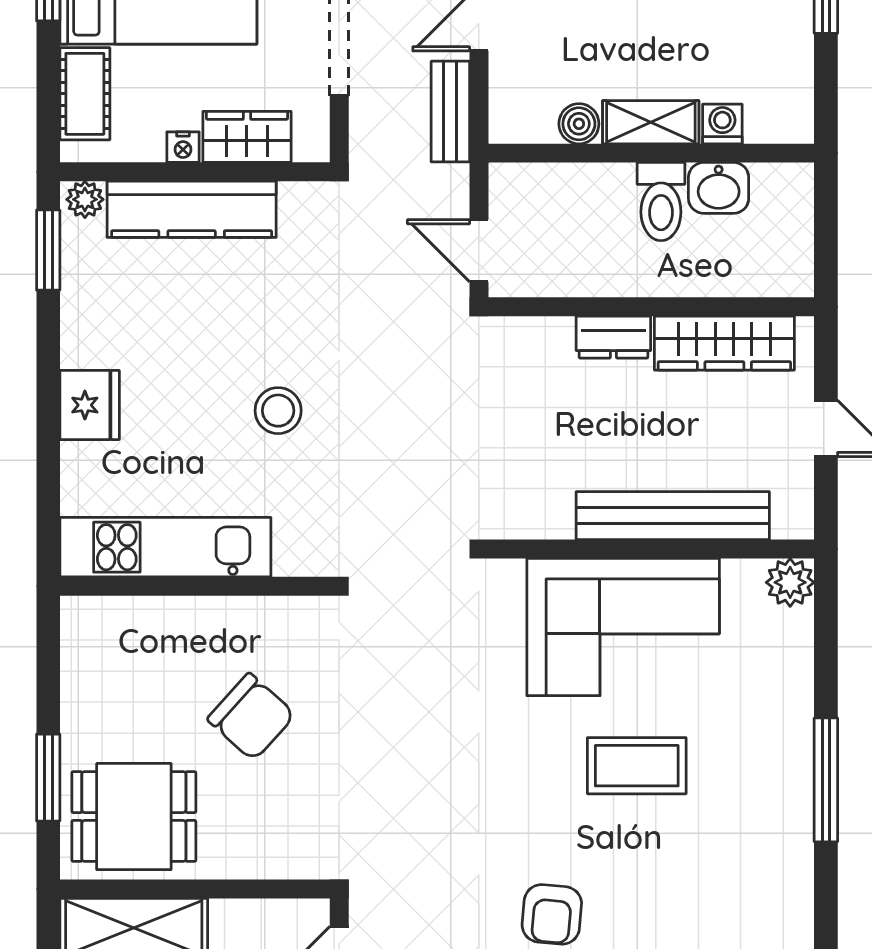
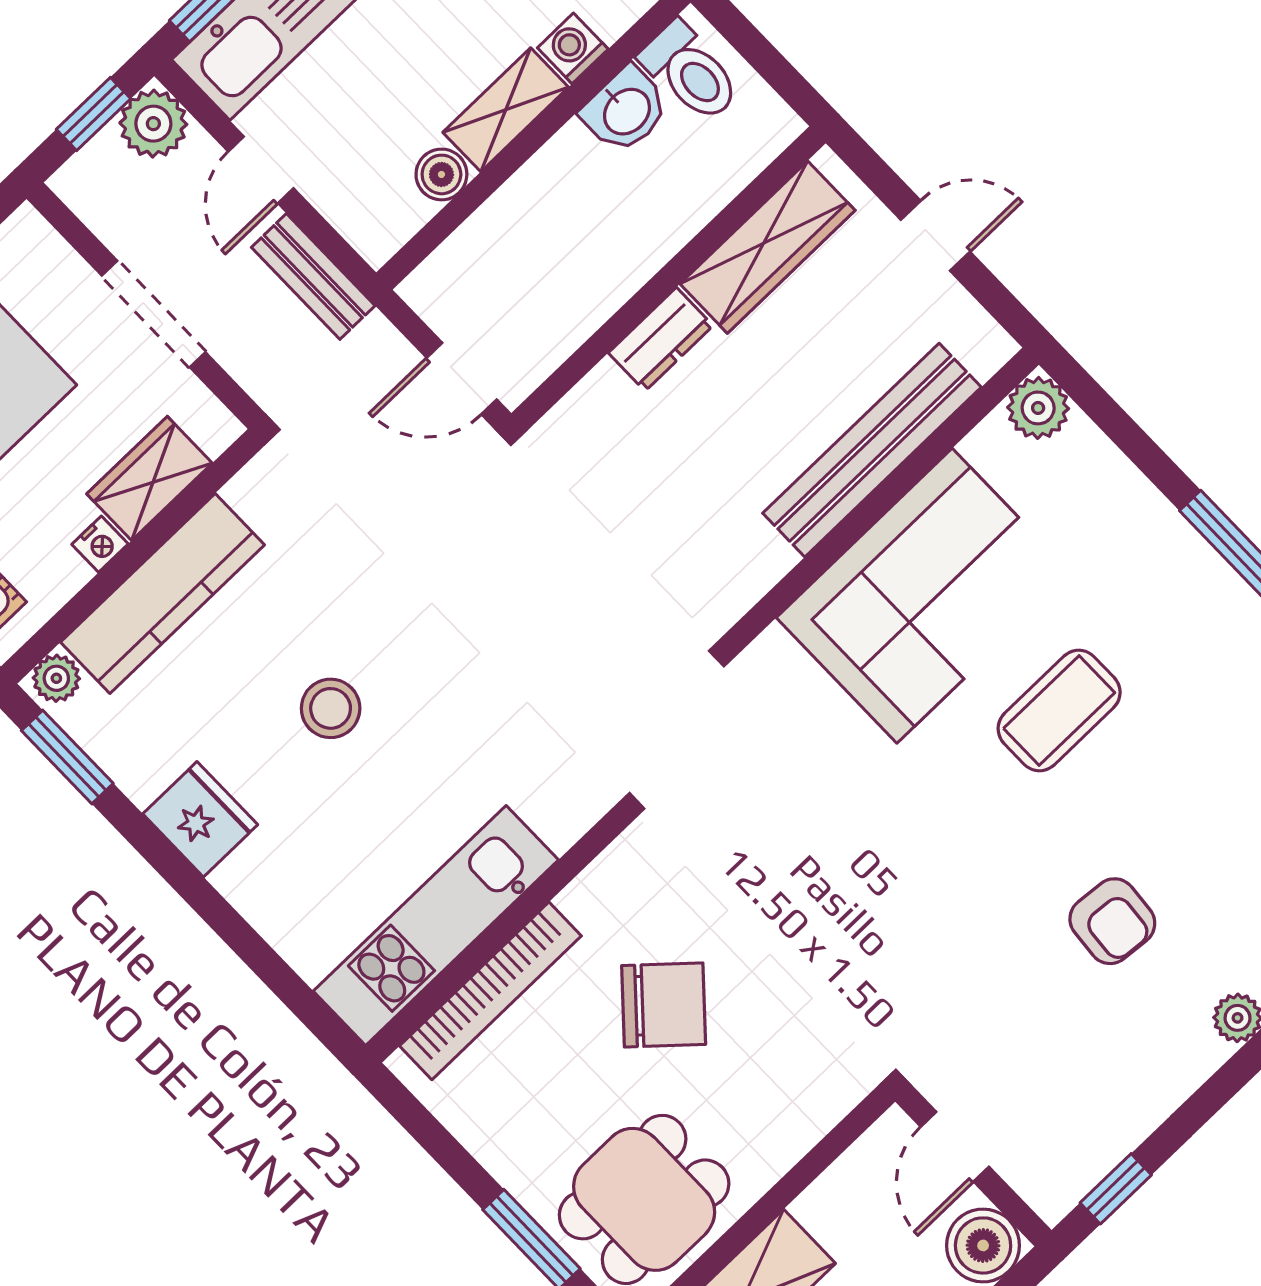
toilet: (661, 202) -> (690, 72), moved
fridge: (90, 405) -> (200, 819), moved
stool: (278, 411) -> (331, 708), moved
bookcase: (161, 614) -> (490, 991), added

